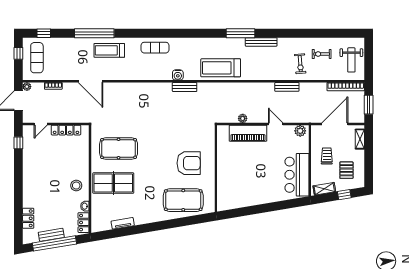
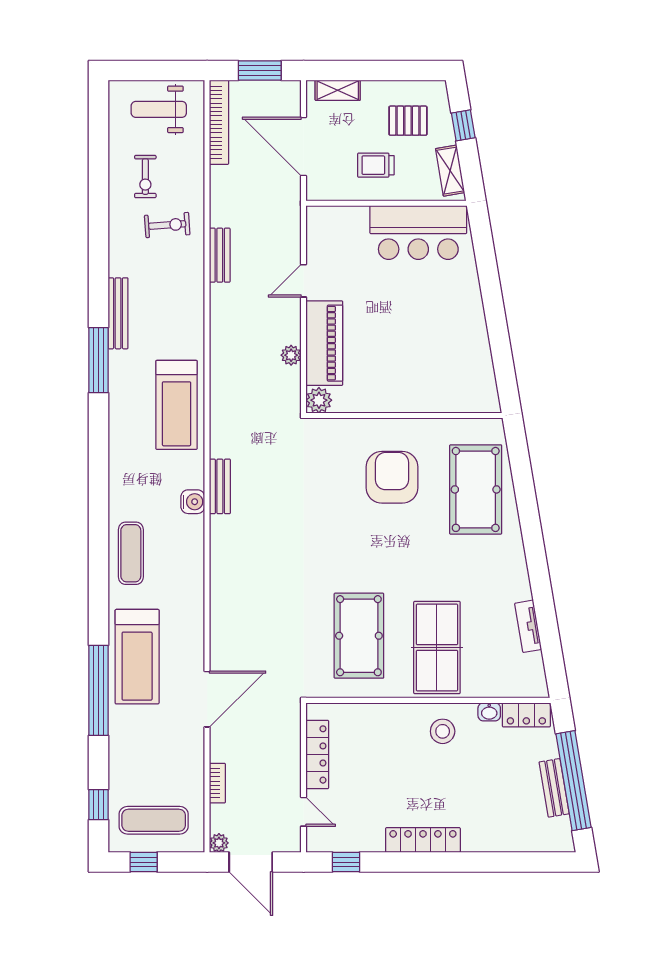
treadmill: (109, 50) -> (137, 657), width x1.37, depth x1.38
weight bench: (351, 60) -> (159, 109), turned 180
plant: (300, 131) -> (319, 400), moved
locker: (28, 218) -> (423, 840), moved, width x1.53

